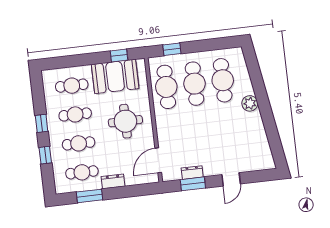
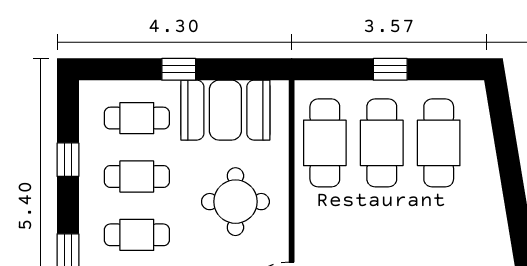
window: (172, 49) -> (390, 69), moved
window: (119, 56) -> (179, 69), moved
plant: (250, 103) -> (487, 195), removed
window: (42, 123) -> (68, 160), moved

